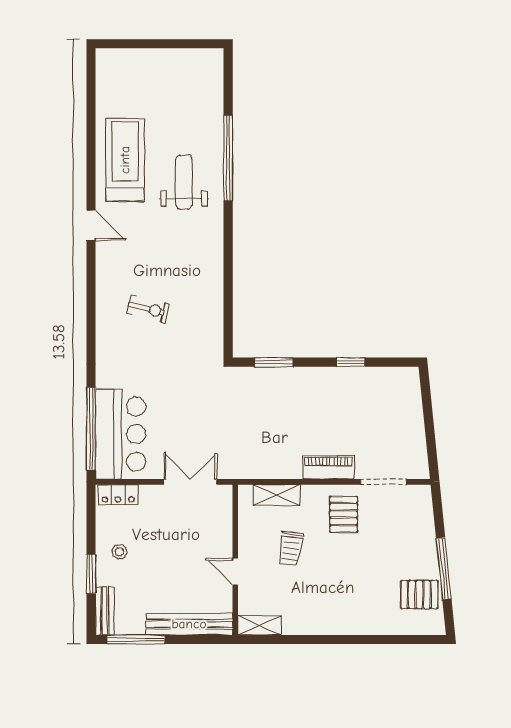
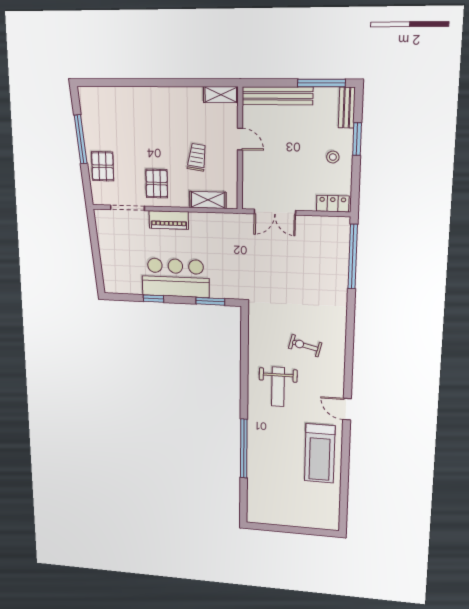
weight bench: (184, 182) -> (278, 387), moved
bar counter: (121, 434) -> (176, 278), moved, turned 90
pallet: (419, 595) -> (103, 166), moved, turned 90

